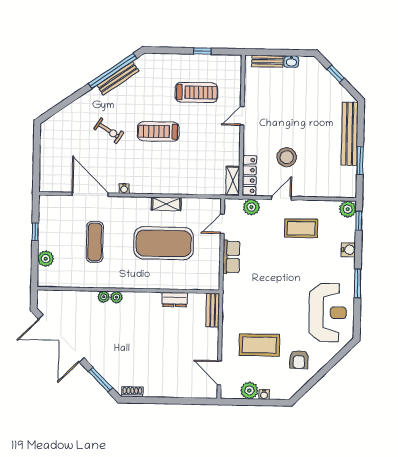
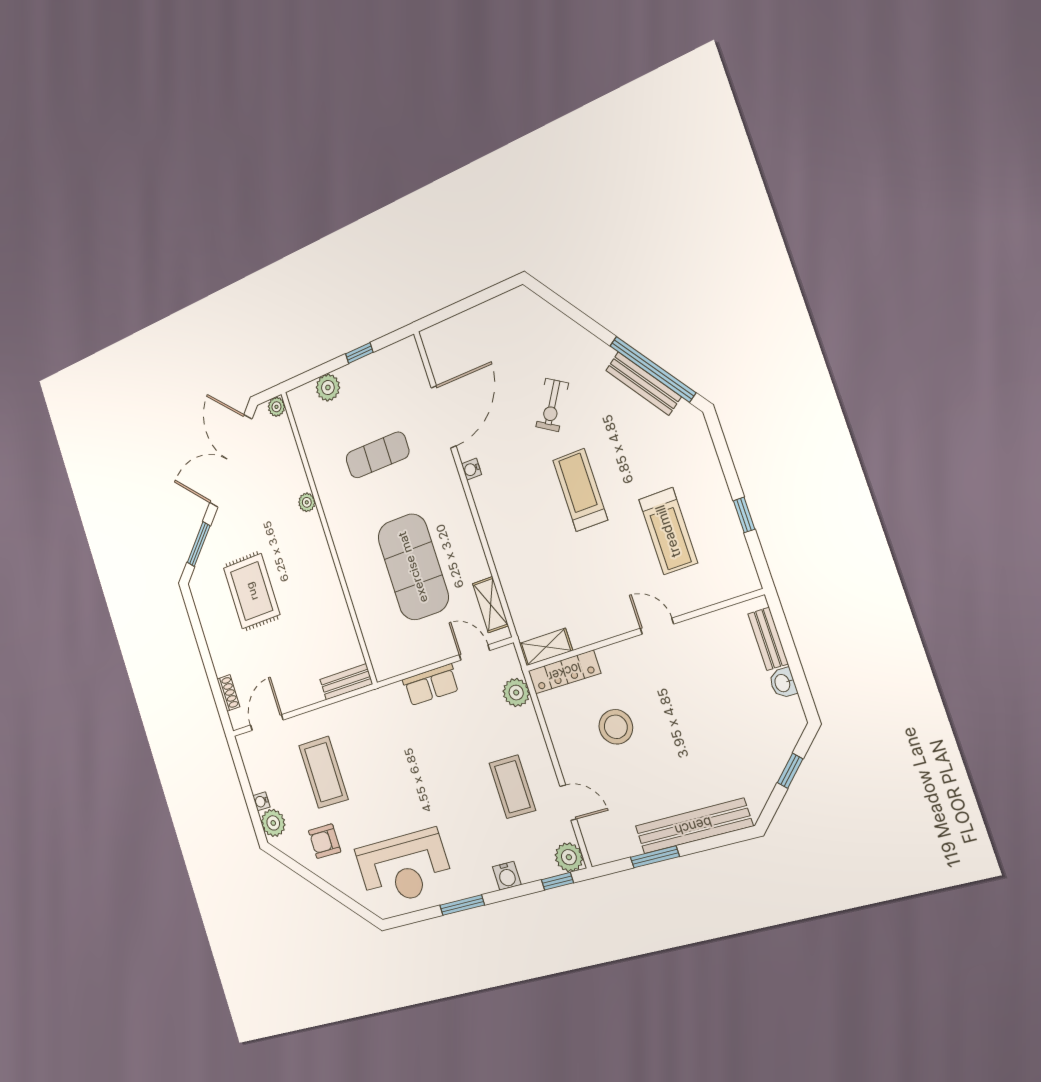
door: (281, 198) -> (568, 803), moved
shelving: (166, 204) -> (490, 605), moved
plant: (116, 297) -> (276, 407), moved
dresser: (175, 300) -> (340, 616), removed
rug: (141, 353) -> (252, 591), added
plant: (249, 391) -> (273, 823), moved
shoe rack: (132, 392) -> (228, 693), moved

